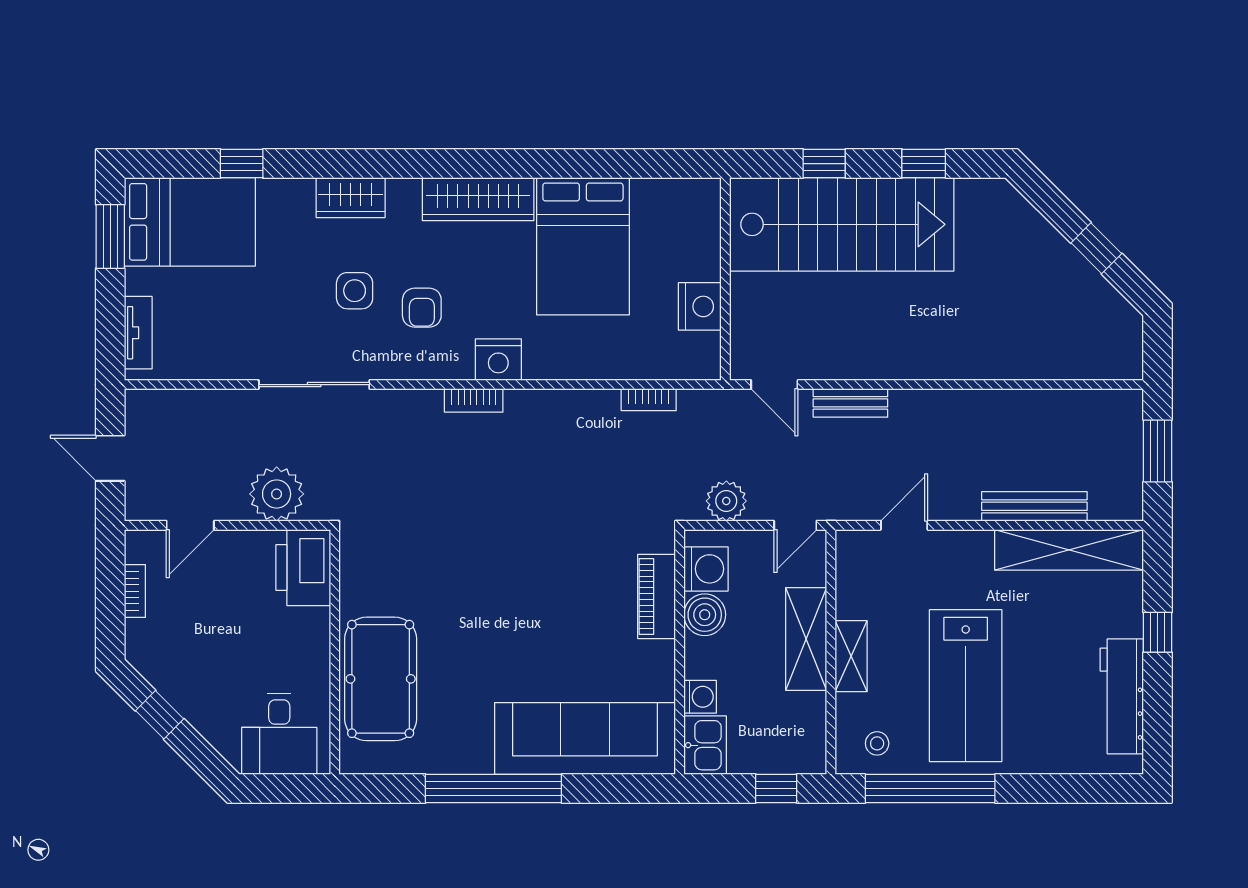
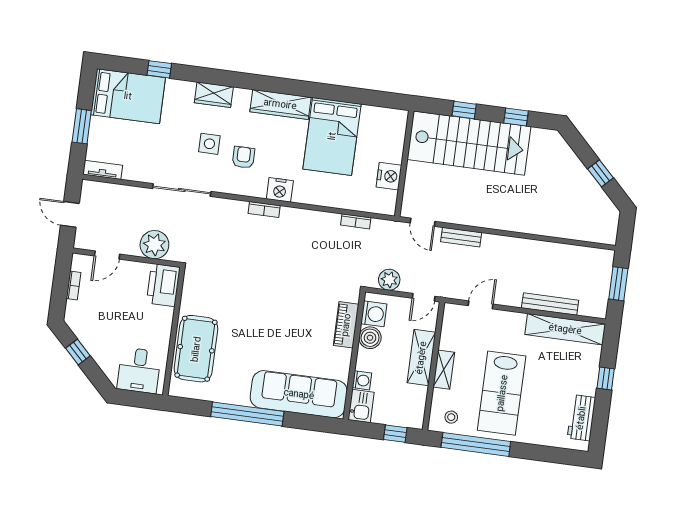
window: (110, 236) -> (82, 126), moved
armchair: (422, 308) -> (243, 157), turned 180
tv unit: (138, 333) -> (103, 170), moved, turned -90
workbench: (1122, 696) -> (581, 418), width x0.73

